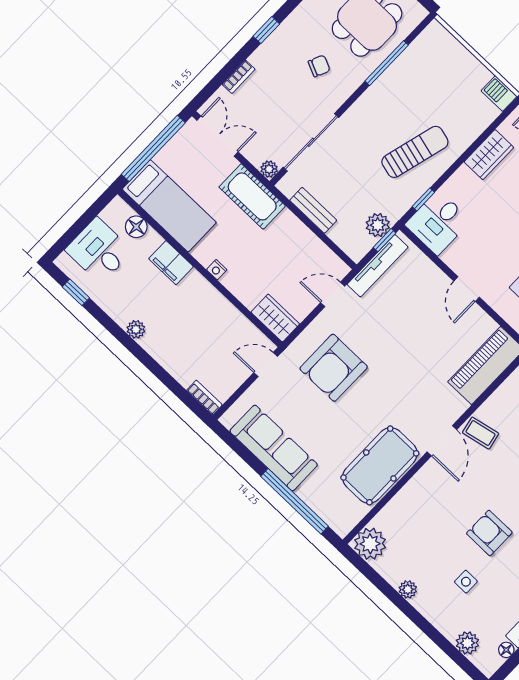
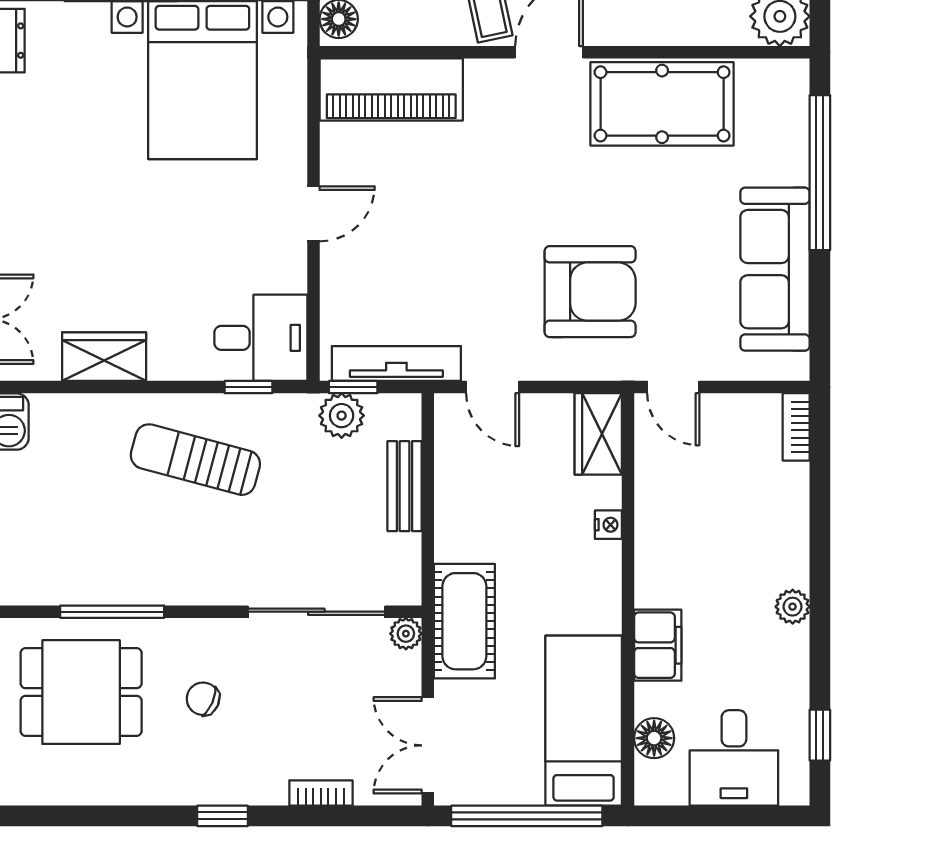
bench: (313, 210) -> (405, 486), moved
nightstand: (217, 270) -> (608, 525), moved

